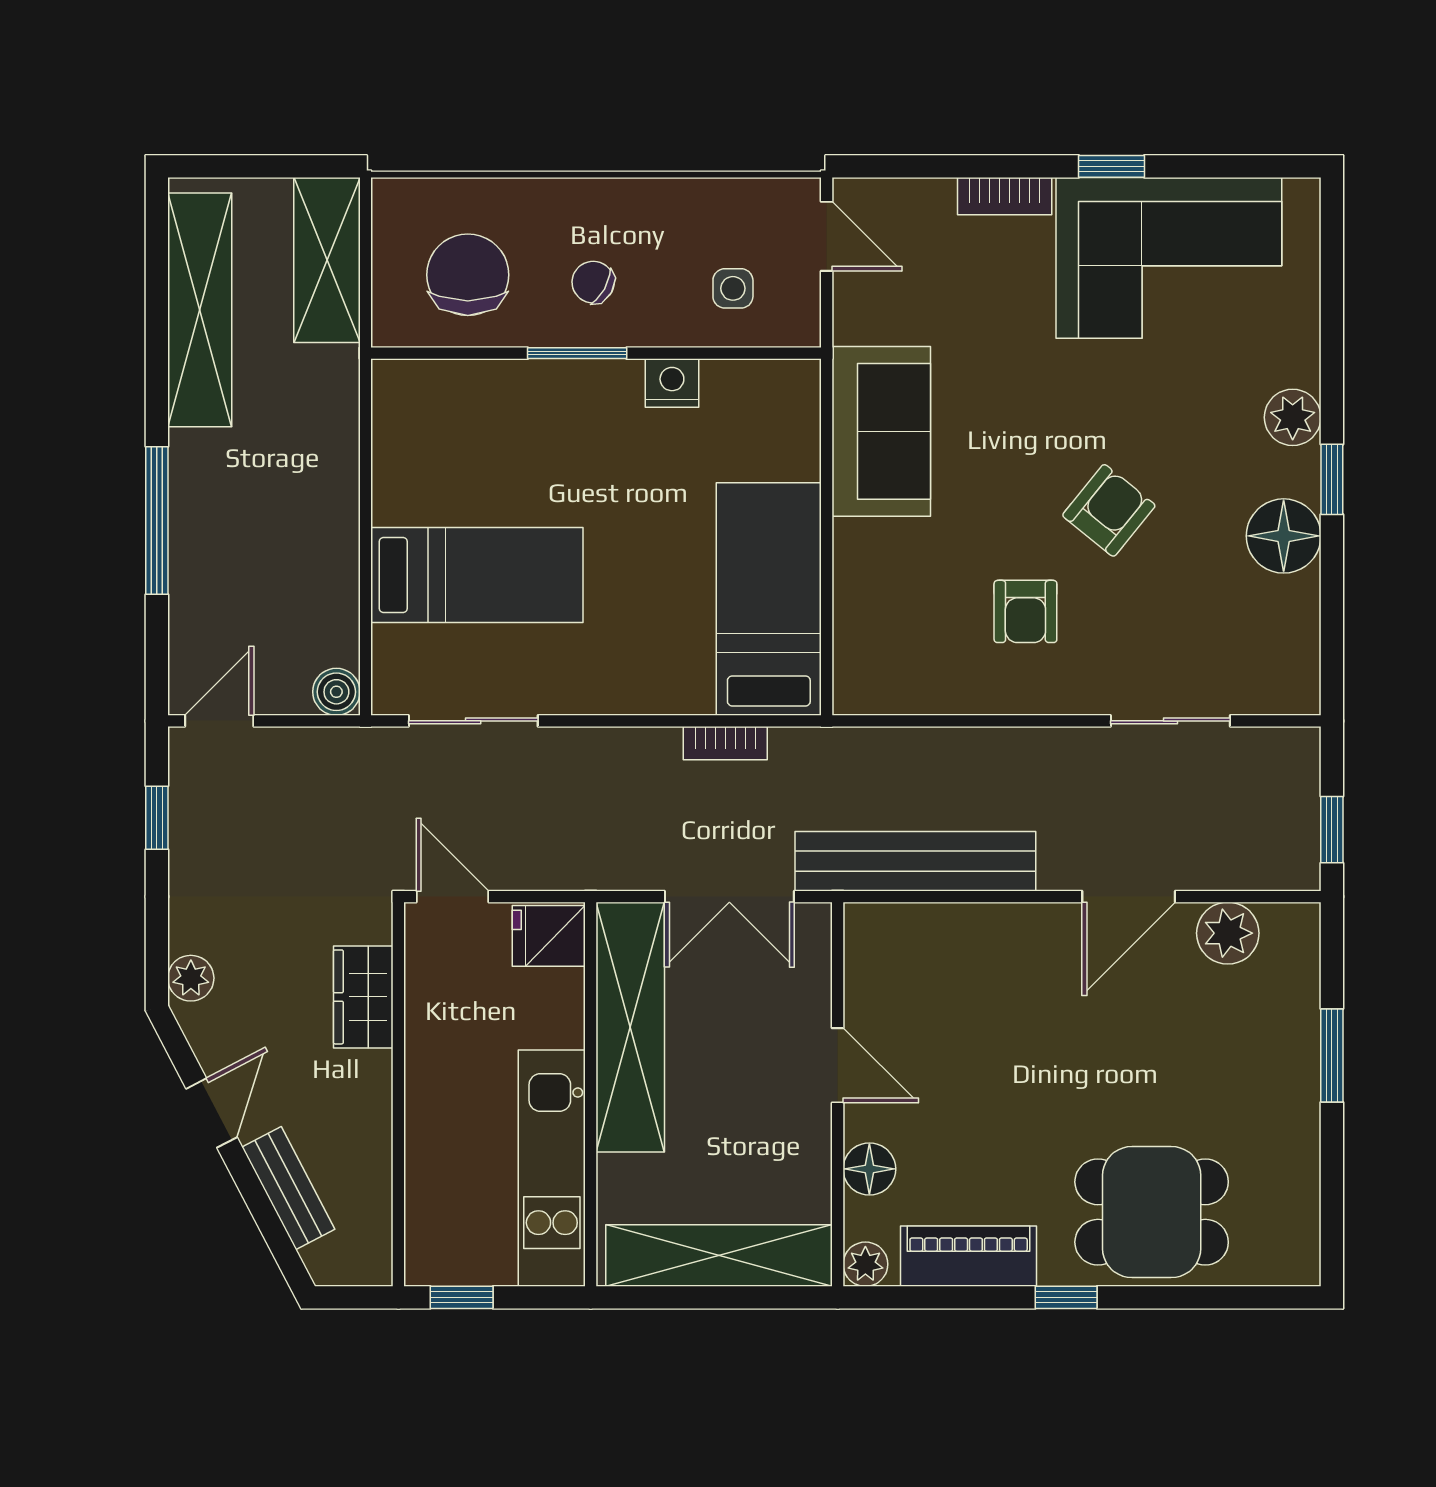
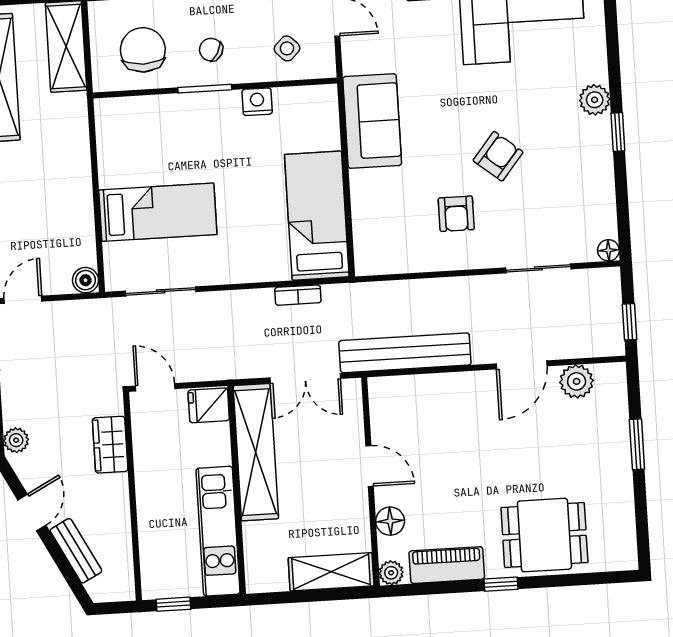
side table: (733, 288) -> (287, 48), turned 45
floor lamp: (1284, 536) -> (608, 250), moved, width x0.53, depth x0.53
shelving: (719, 1256) -> (331, 572), width x0.68

